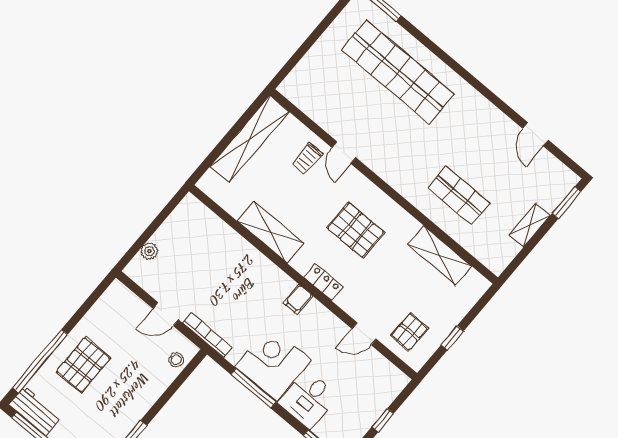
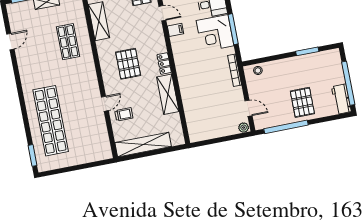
plant: (149, 251) -> (244, 128), moved
locker: (323, 282) -> (164, 64), moved
filing cabinet: (298, 299) -> (175, 30), moved
door: (166, 314) -> (248, 108), moved
window: (40, 361) -> (286, 127), moved
pallet: (83, 365) -> (302, 102), turned 90

